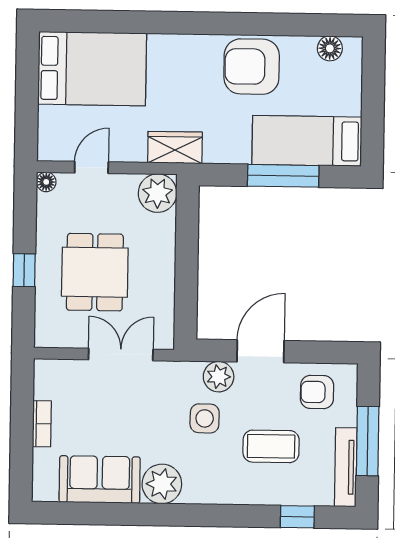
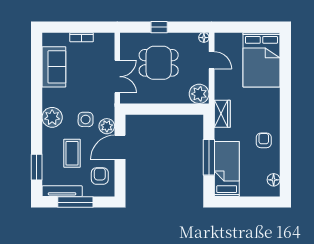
armchair: (252, 67) -> (264, 140), width x0.53, depth x0.53
wardrobe: (175, 148) -> (222, 114), moved
door: (260, 351) -> (120, 147), swing flipped
plant: (162, 484) -> (52, 117), moved
window: (297, 517) -> (37, 167), width x1.50

